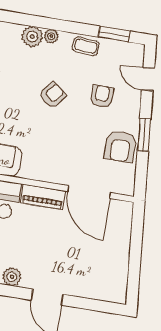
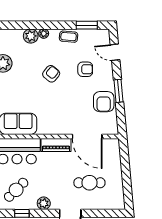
armchair: (102, 96) -> (85, 69), turned 90
cafe table: (82, 258) -> (89, 183), added

